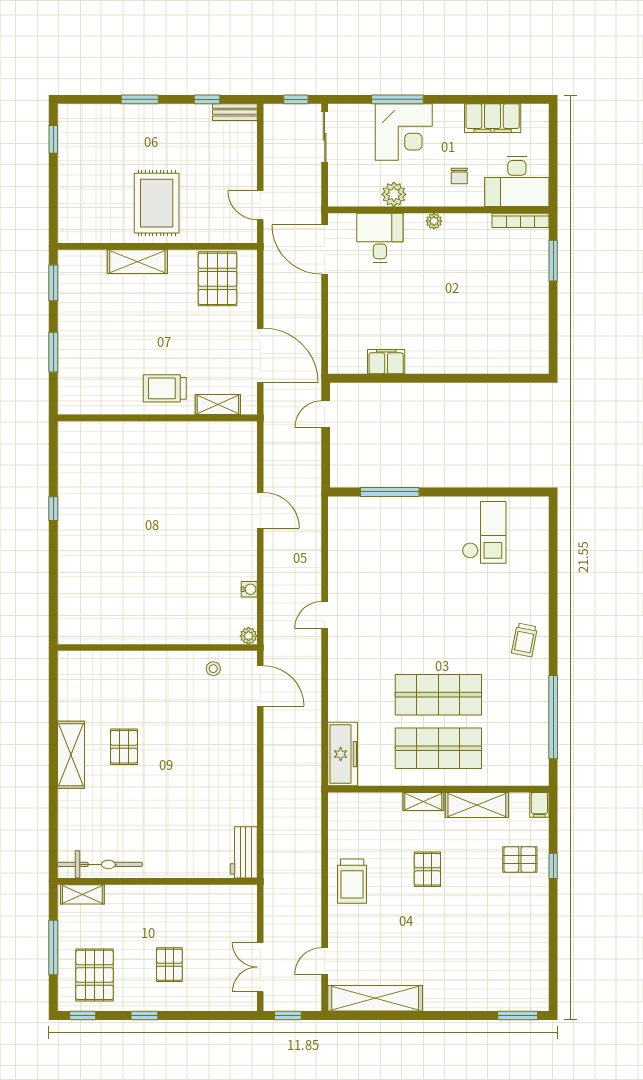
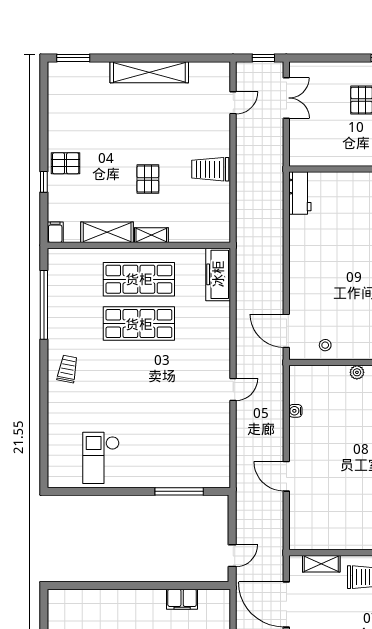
plant: (248, 636) -> (357, 372), moved
pallet: (520, 859) -> (66, 163), moved
trolley: (352, 881) -> (210, 169), turned -90
shelving: (375, 998) -> (149, 72), moved

